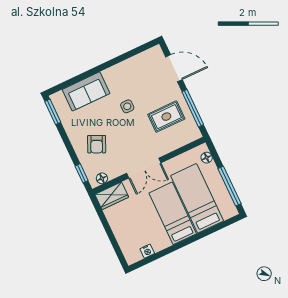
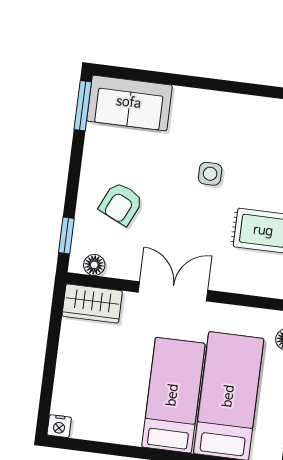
sofa: (86, 91) -> (129, 103), moved
double door: (144, 168) -> (173, 291), swing flipped
nightstand: (147, 251) -> (59, 426), moved

